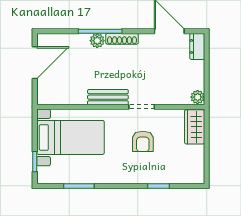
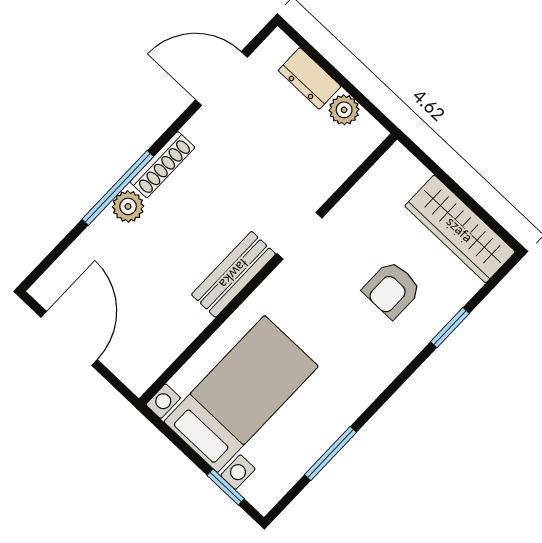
dresser: (197, 46) -> (310, 78), moved
plant: (198, 97) -> (344, 110), moved
wardrobe: (195, 127) -> (460, 229), moved, width x1.50
armchair: (143, 141) -> (392, 290), moved, turned 90

